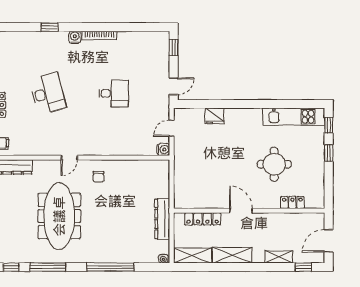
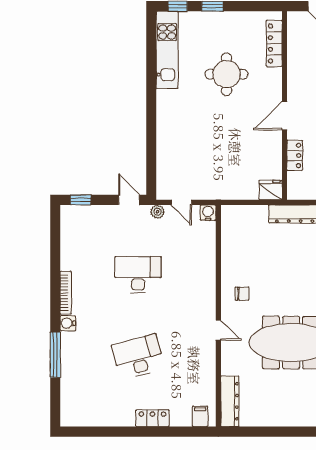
window: (50, 27) -> (55, 355), width x2.17
desk: (114, 93) -> (138, 275), width x1.37
plant: (164, 109) -> (157, 212), added
fridge: (215, 116) -> (271, 190), moved, turned -90
locker: (292, 203) -> (274, 43), width x1.53
locker: (203, 219) -> (295, 155), width x0.66

